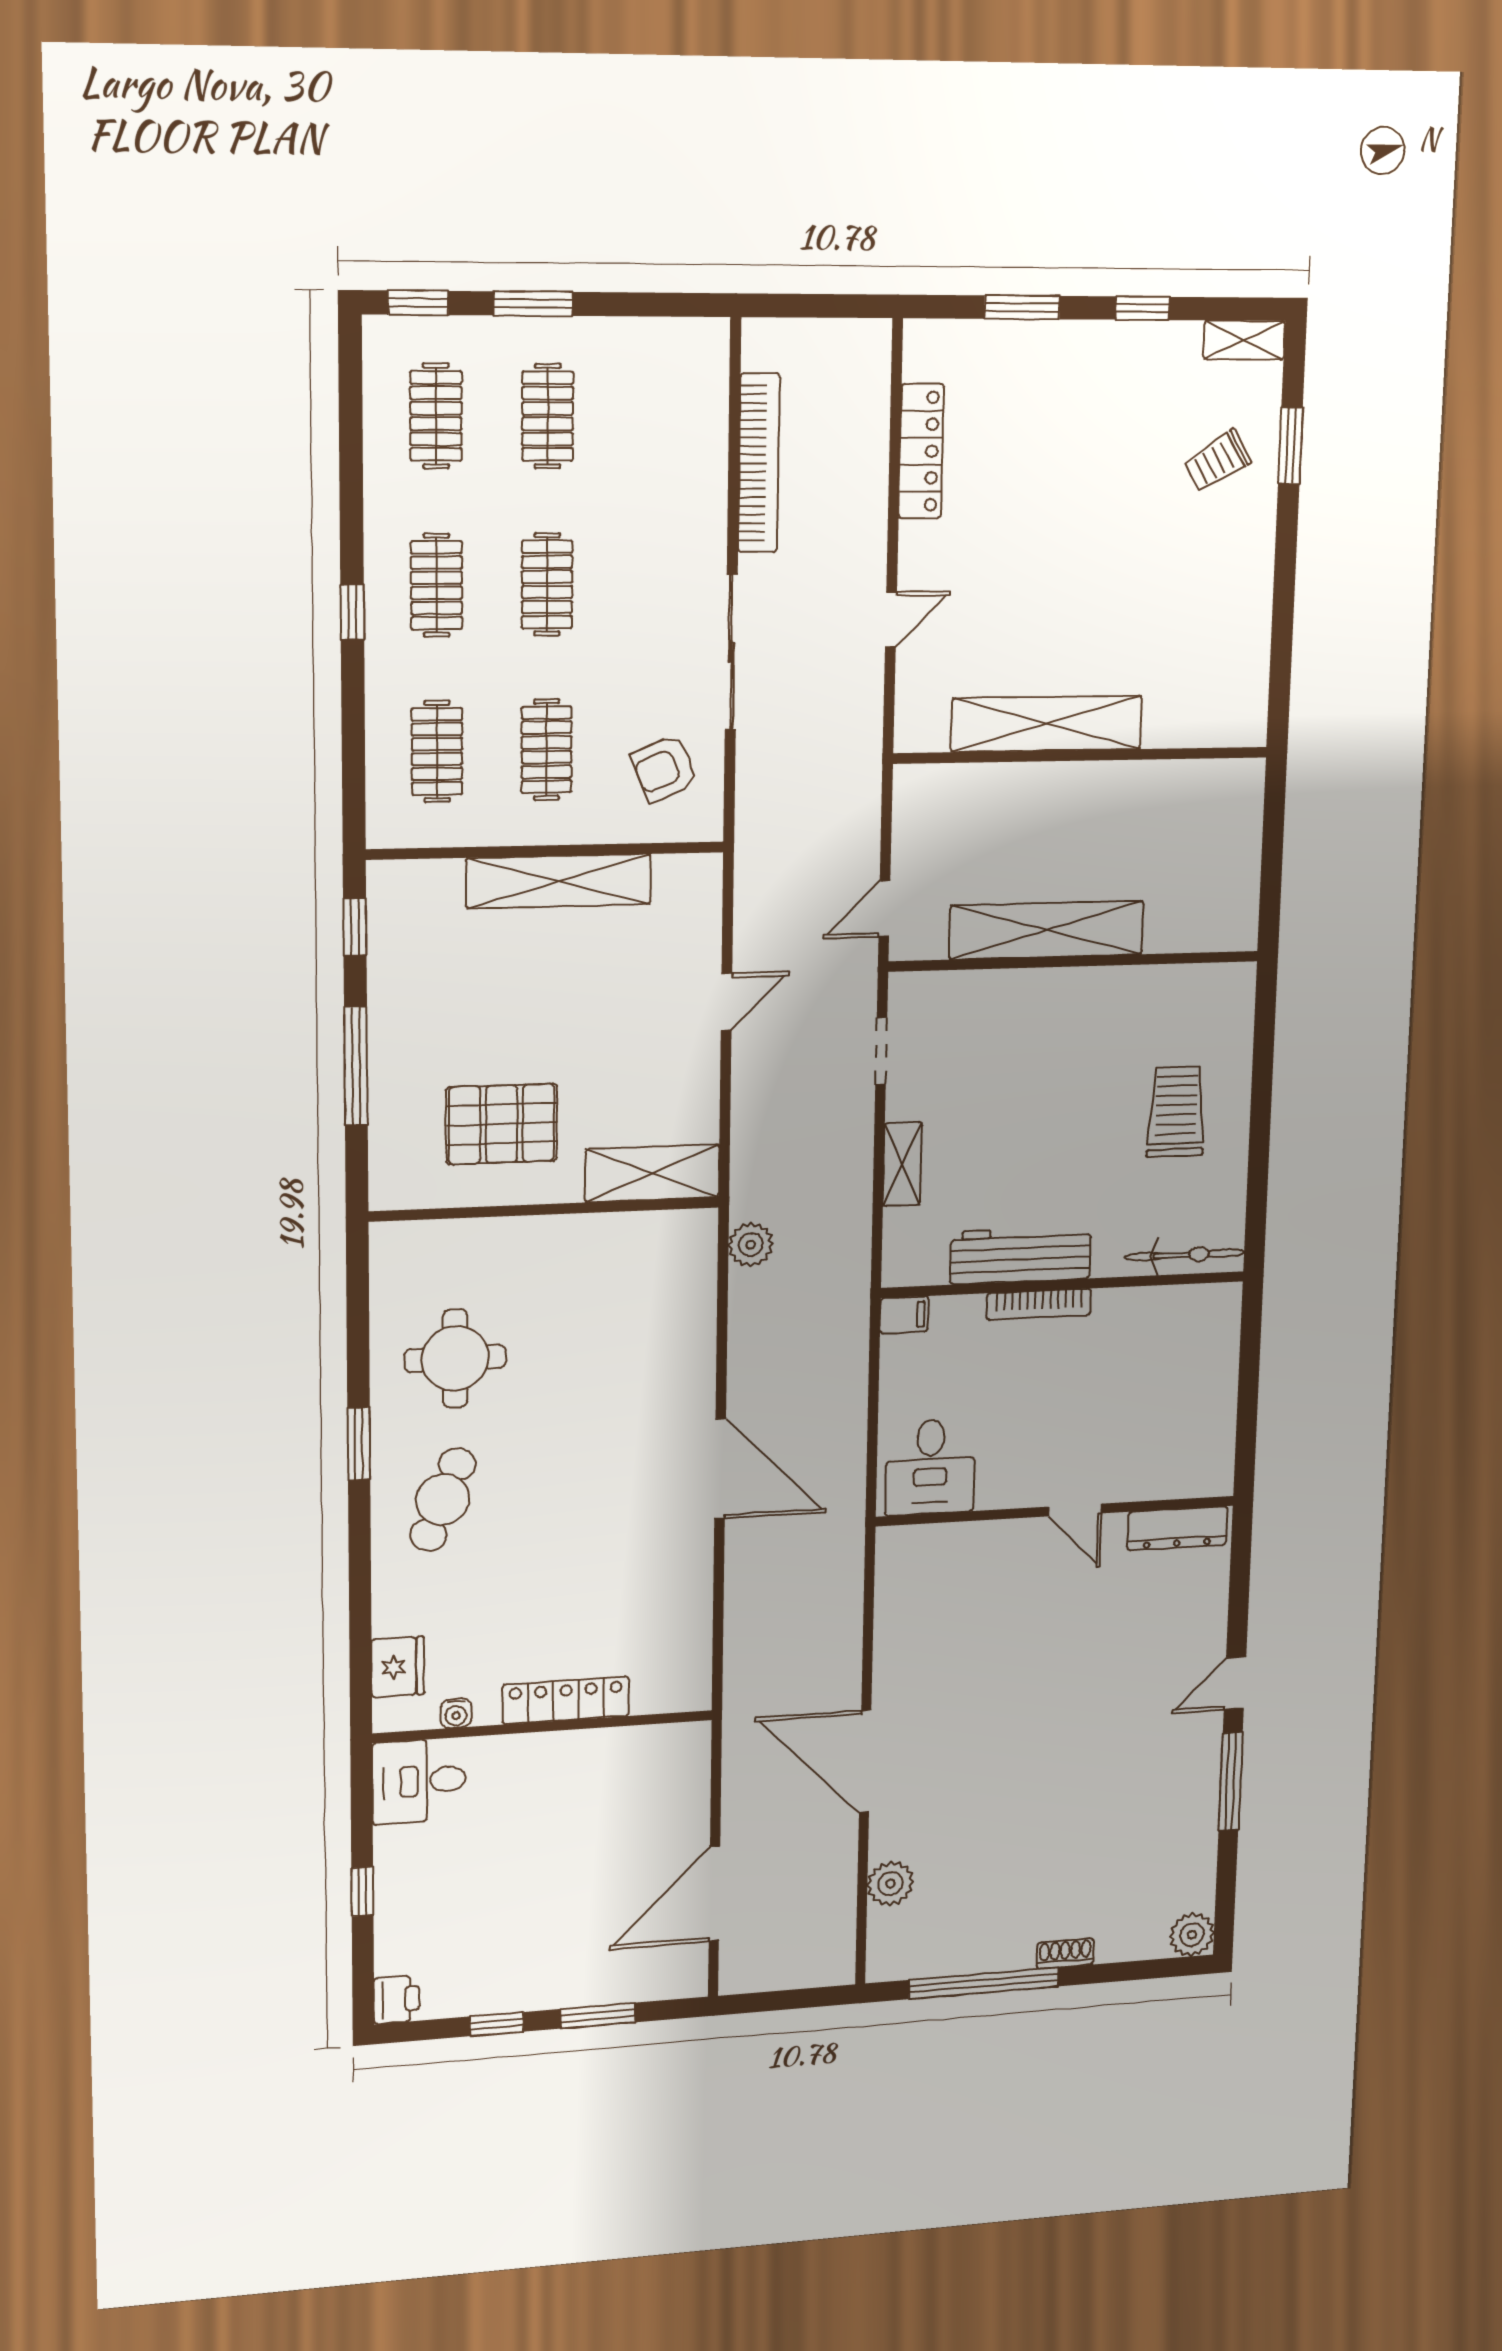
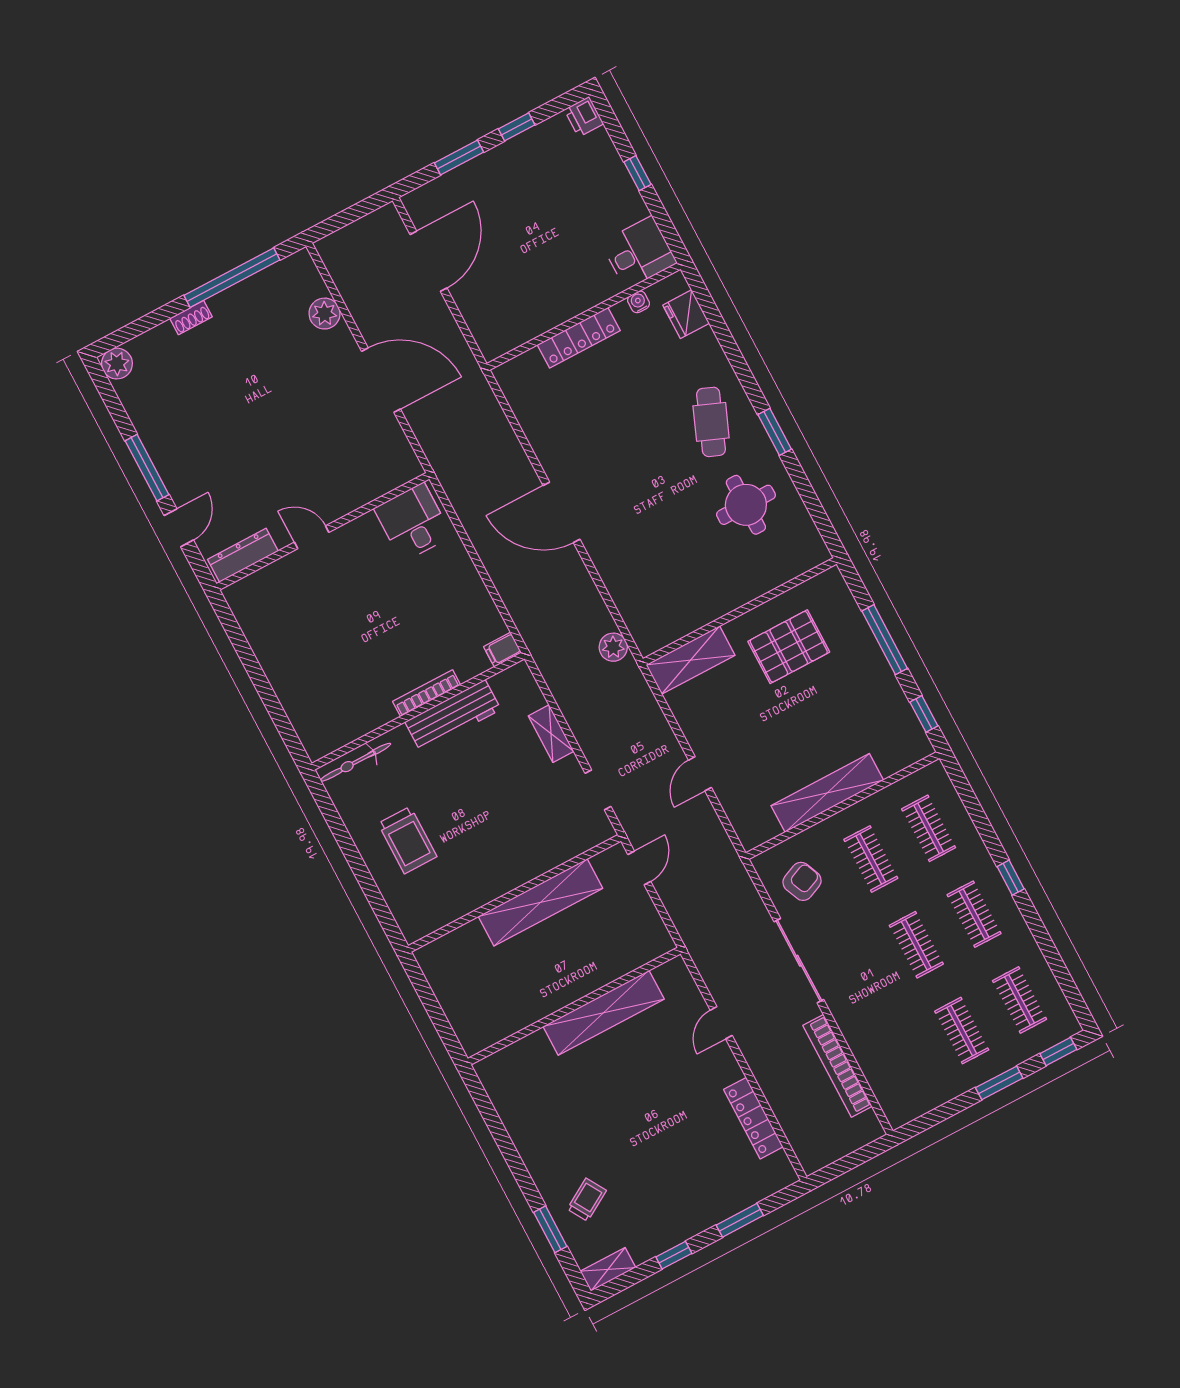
desk: (930, 1467) -> (413, 522), moved
door: (1075, 1510) -> (312, 537), moved
wall: (1056, 1511) -> (323, 531), moved
dresser: (1177, 1528) -> (243, 555), moved

